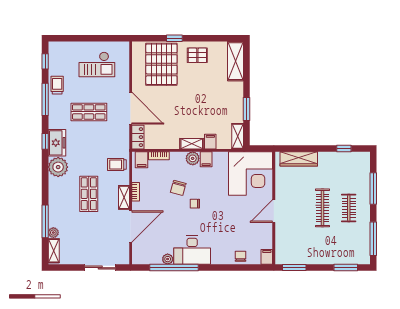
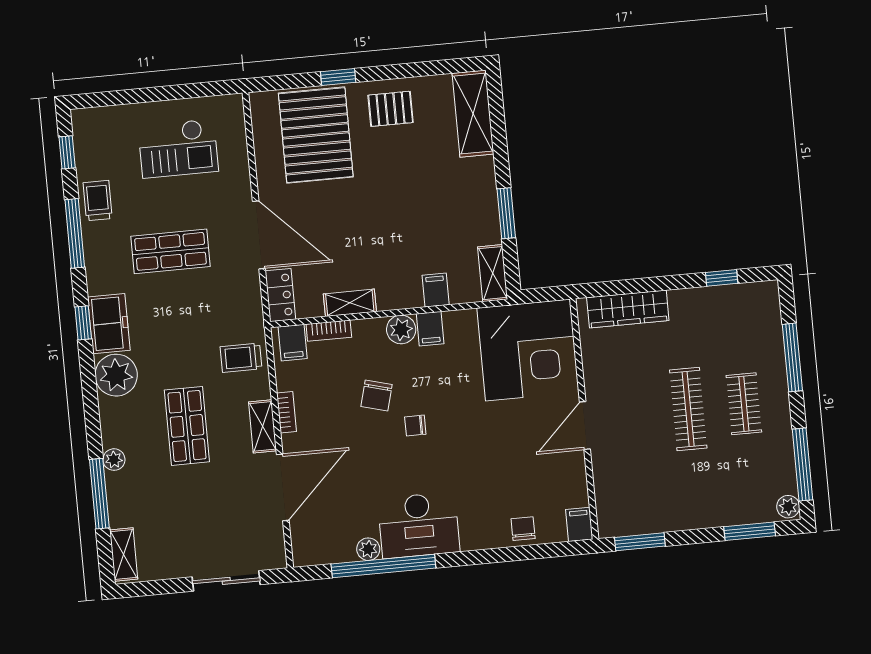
shelving: (192, 144) -> (350, 303), moved
plant: (53, 233) -> (114, 460), moved
plant: (365, 258) -> (788, 507), added

